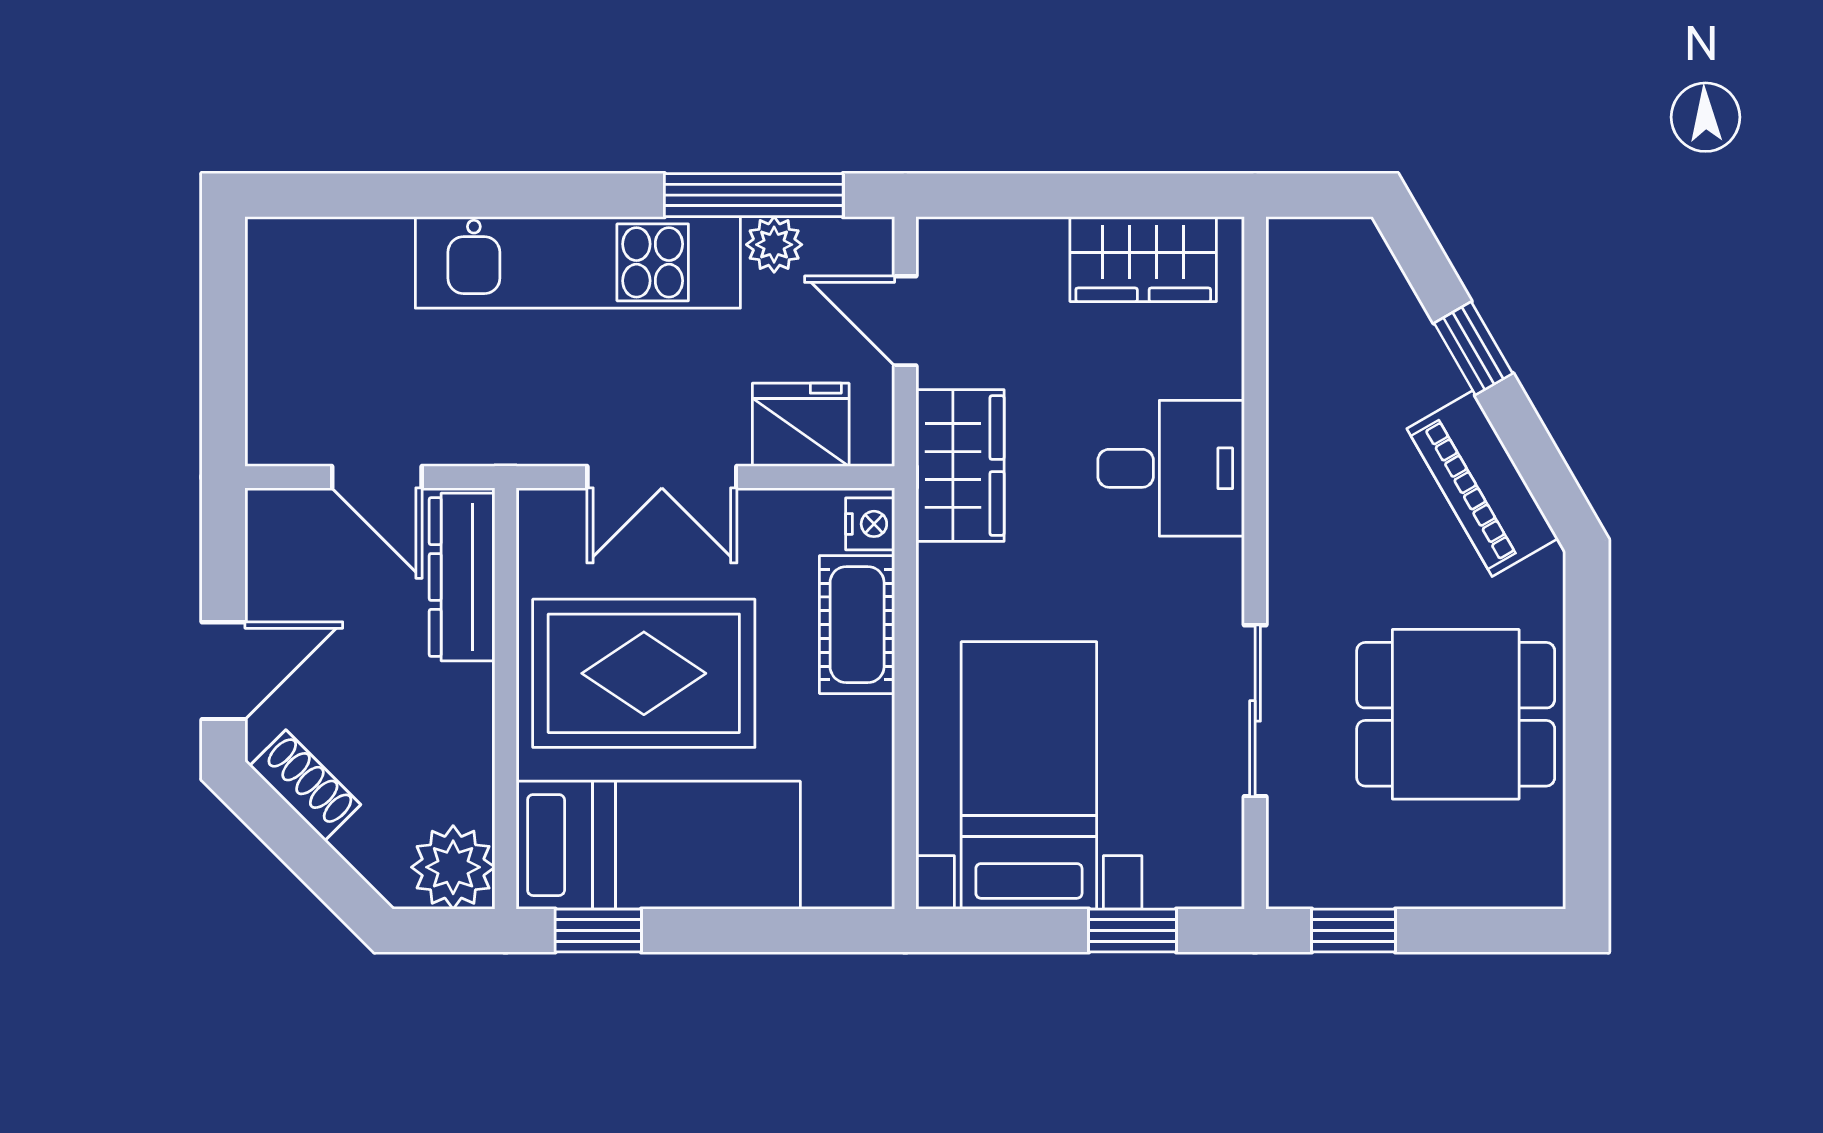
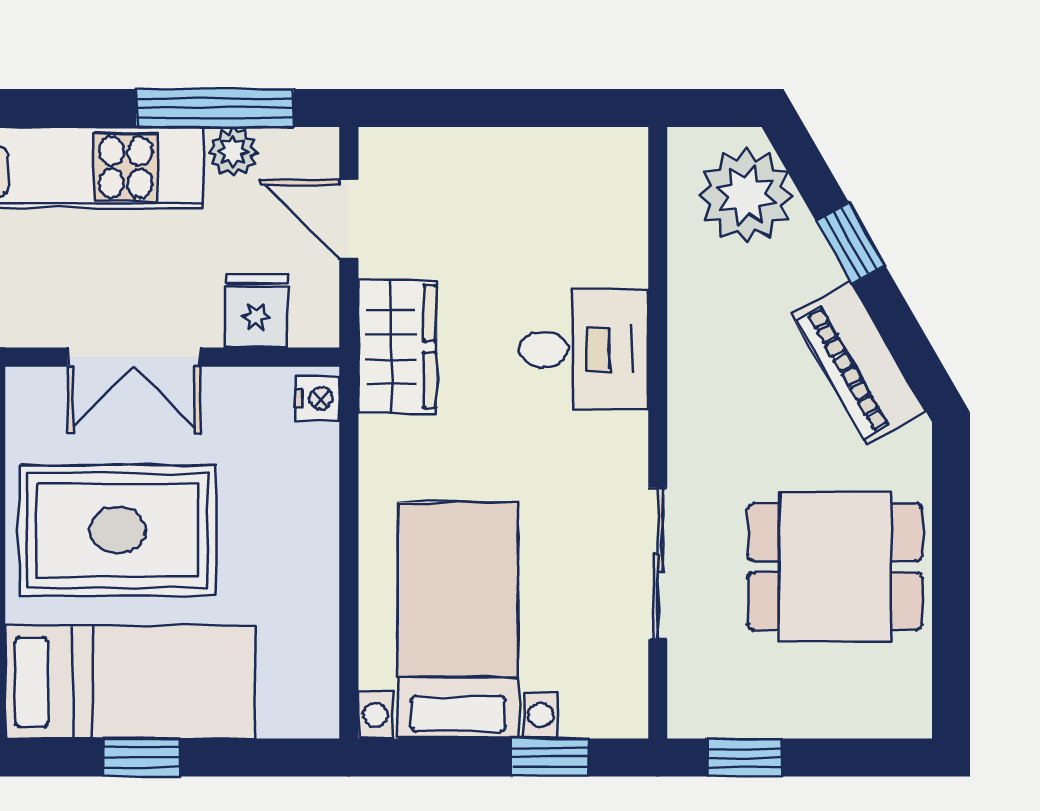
wardrobe: (1143, 259) -> (559, 164), removed
plant: (1355, 294) -> (746, 195), added
fridge: (801, 425) -> (256, 311), width x0.72
cot: (857, 625) -> (306, 487), removed
window: (598, 930) -> (141, 757), moved

